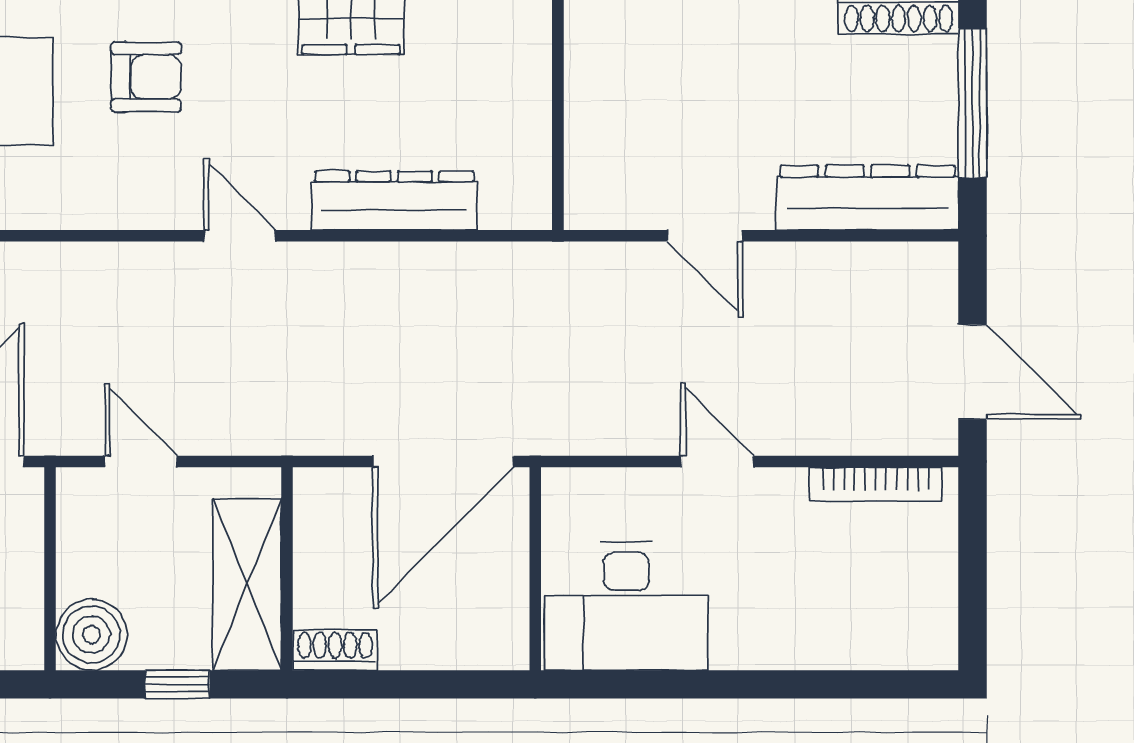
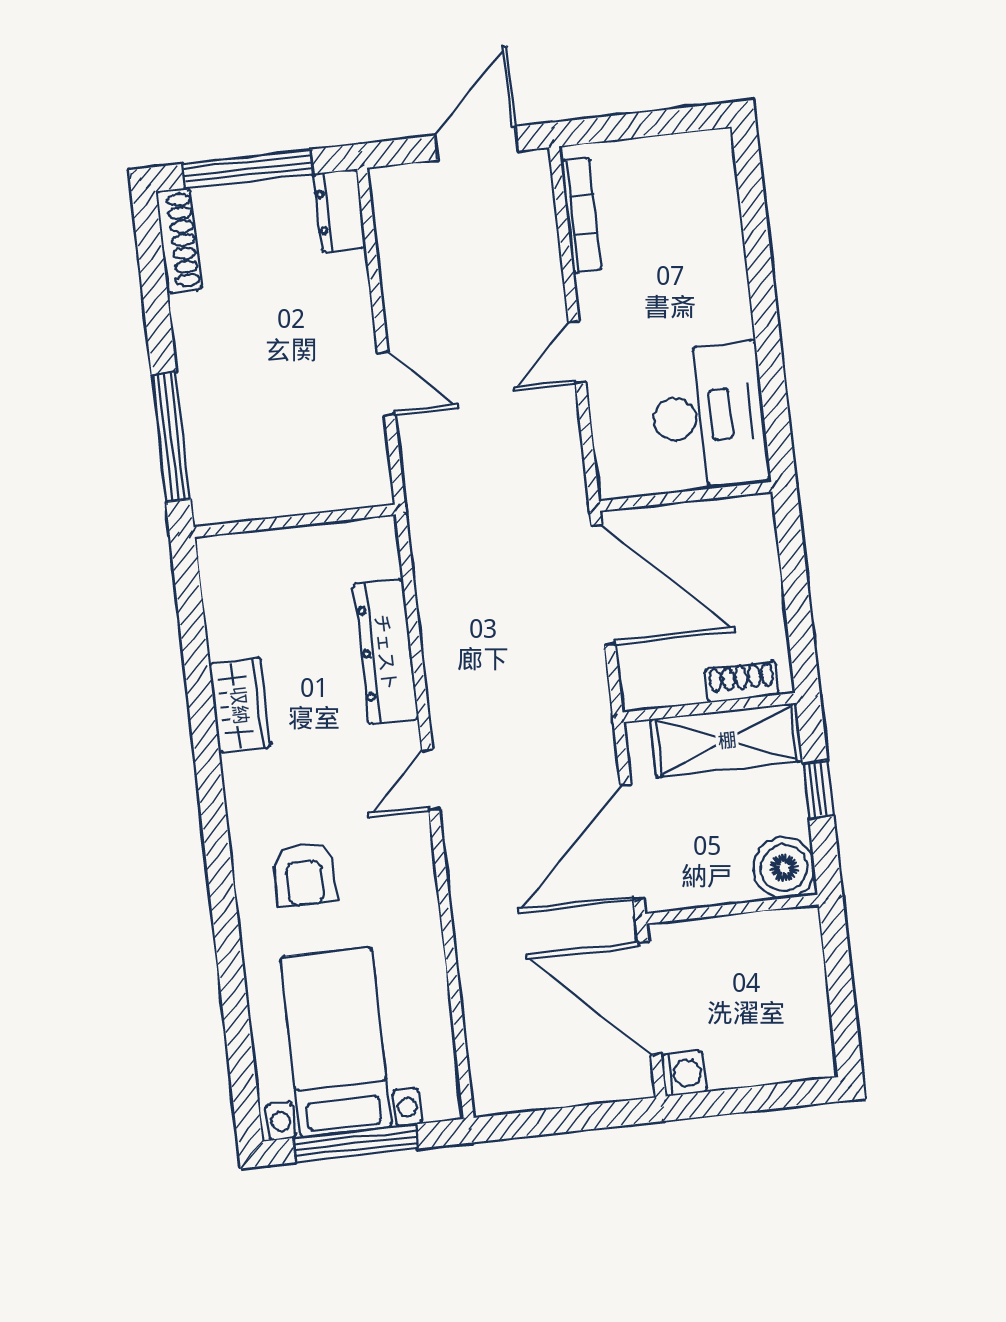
armchair: (146, 77) -> (304, 874), turned 180
dresser: (867, 198) -> (340, 211), width x0.51, depth x0.80
door: (705, 236) -> (386, 384), hinge flipped
door: (141, 461) -> (632, 842), width x1.88
shoe rack: (335, 650) -> (742, 682), moved, turned 90

